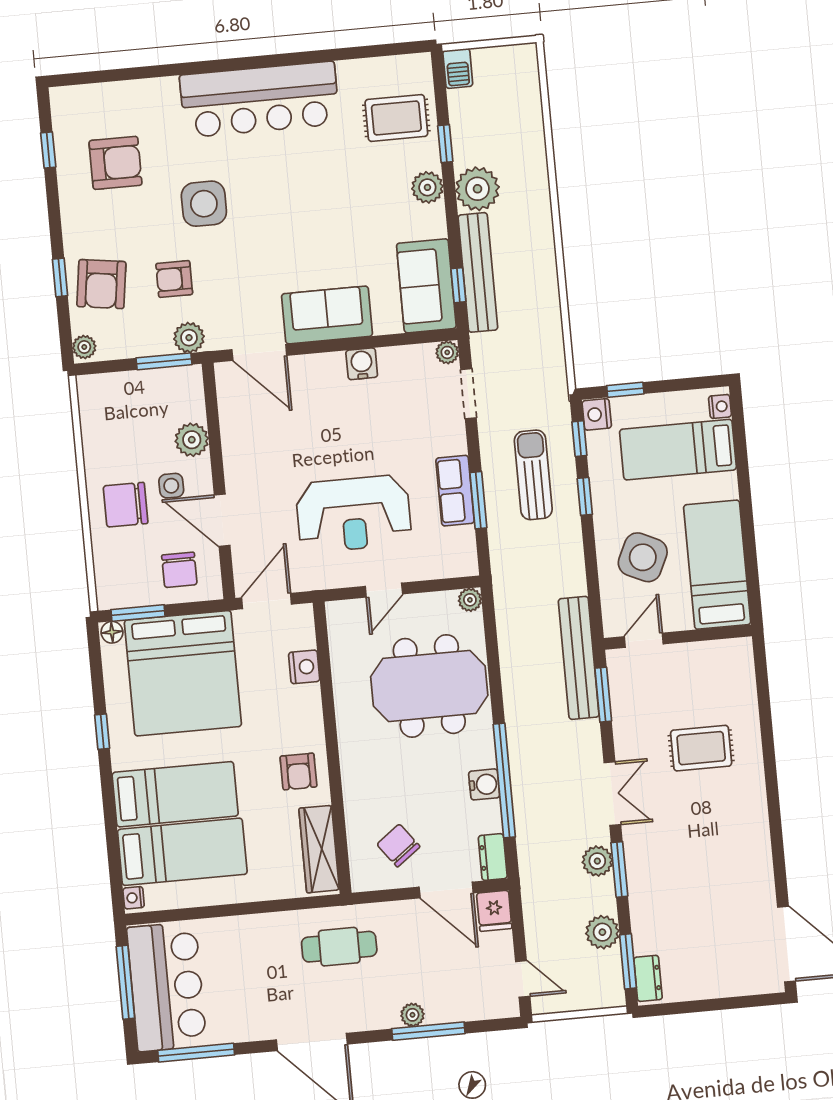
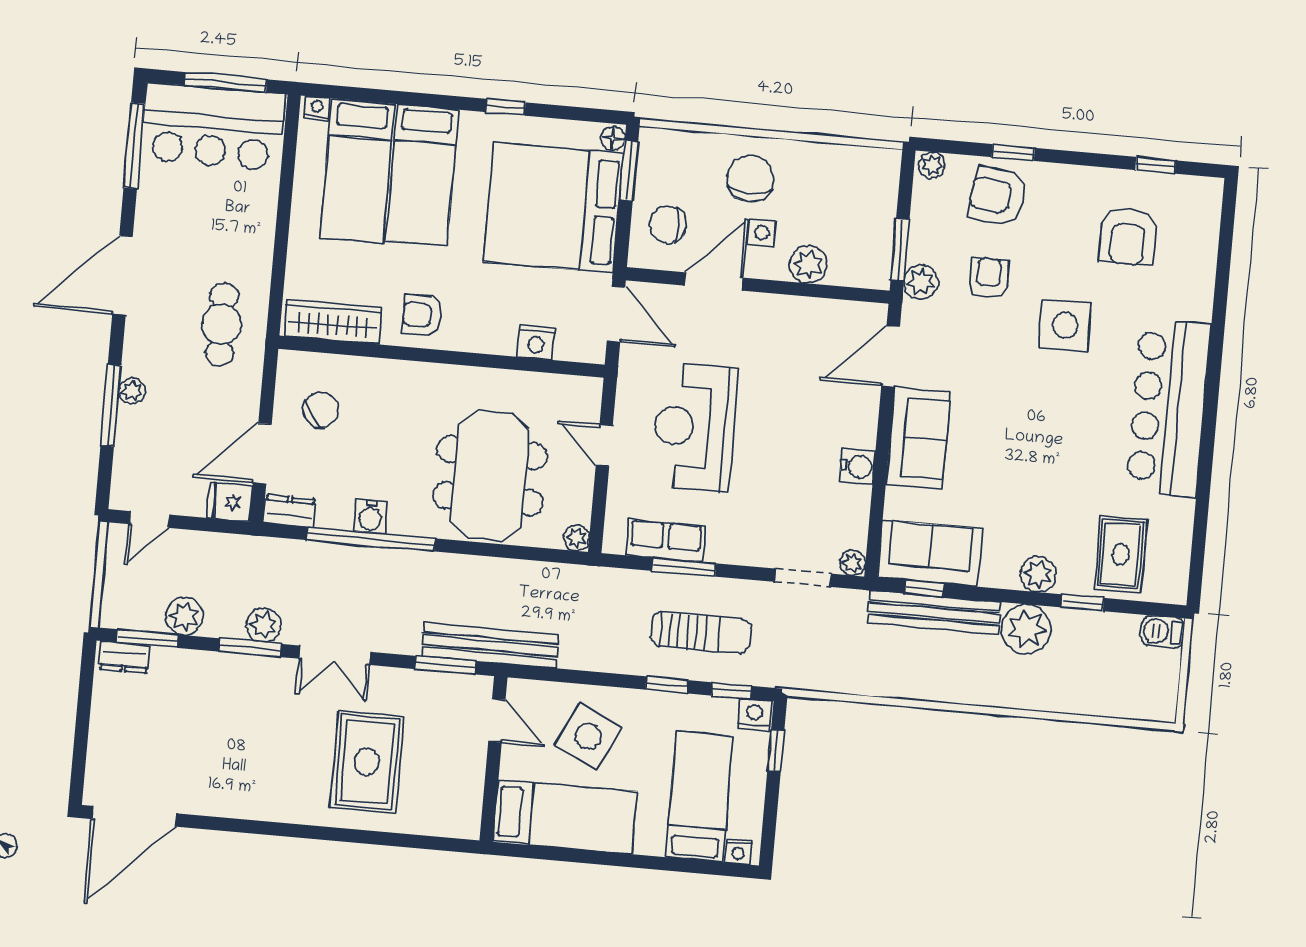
row of seats: (455, 491) -> (665, 541), moved
rug: (701, 748) -> (367, 762), width x1.36, depth x1.43

